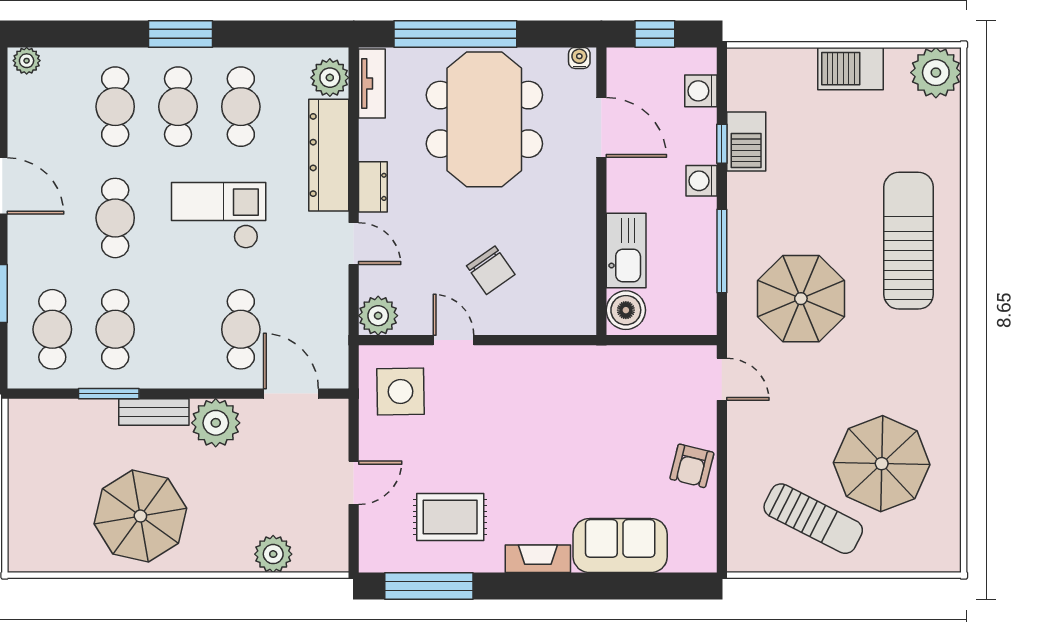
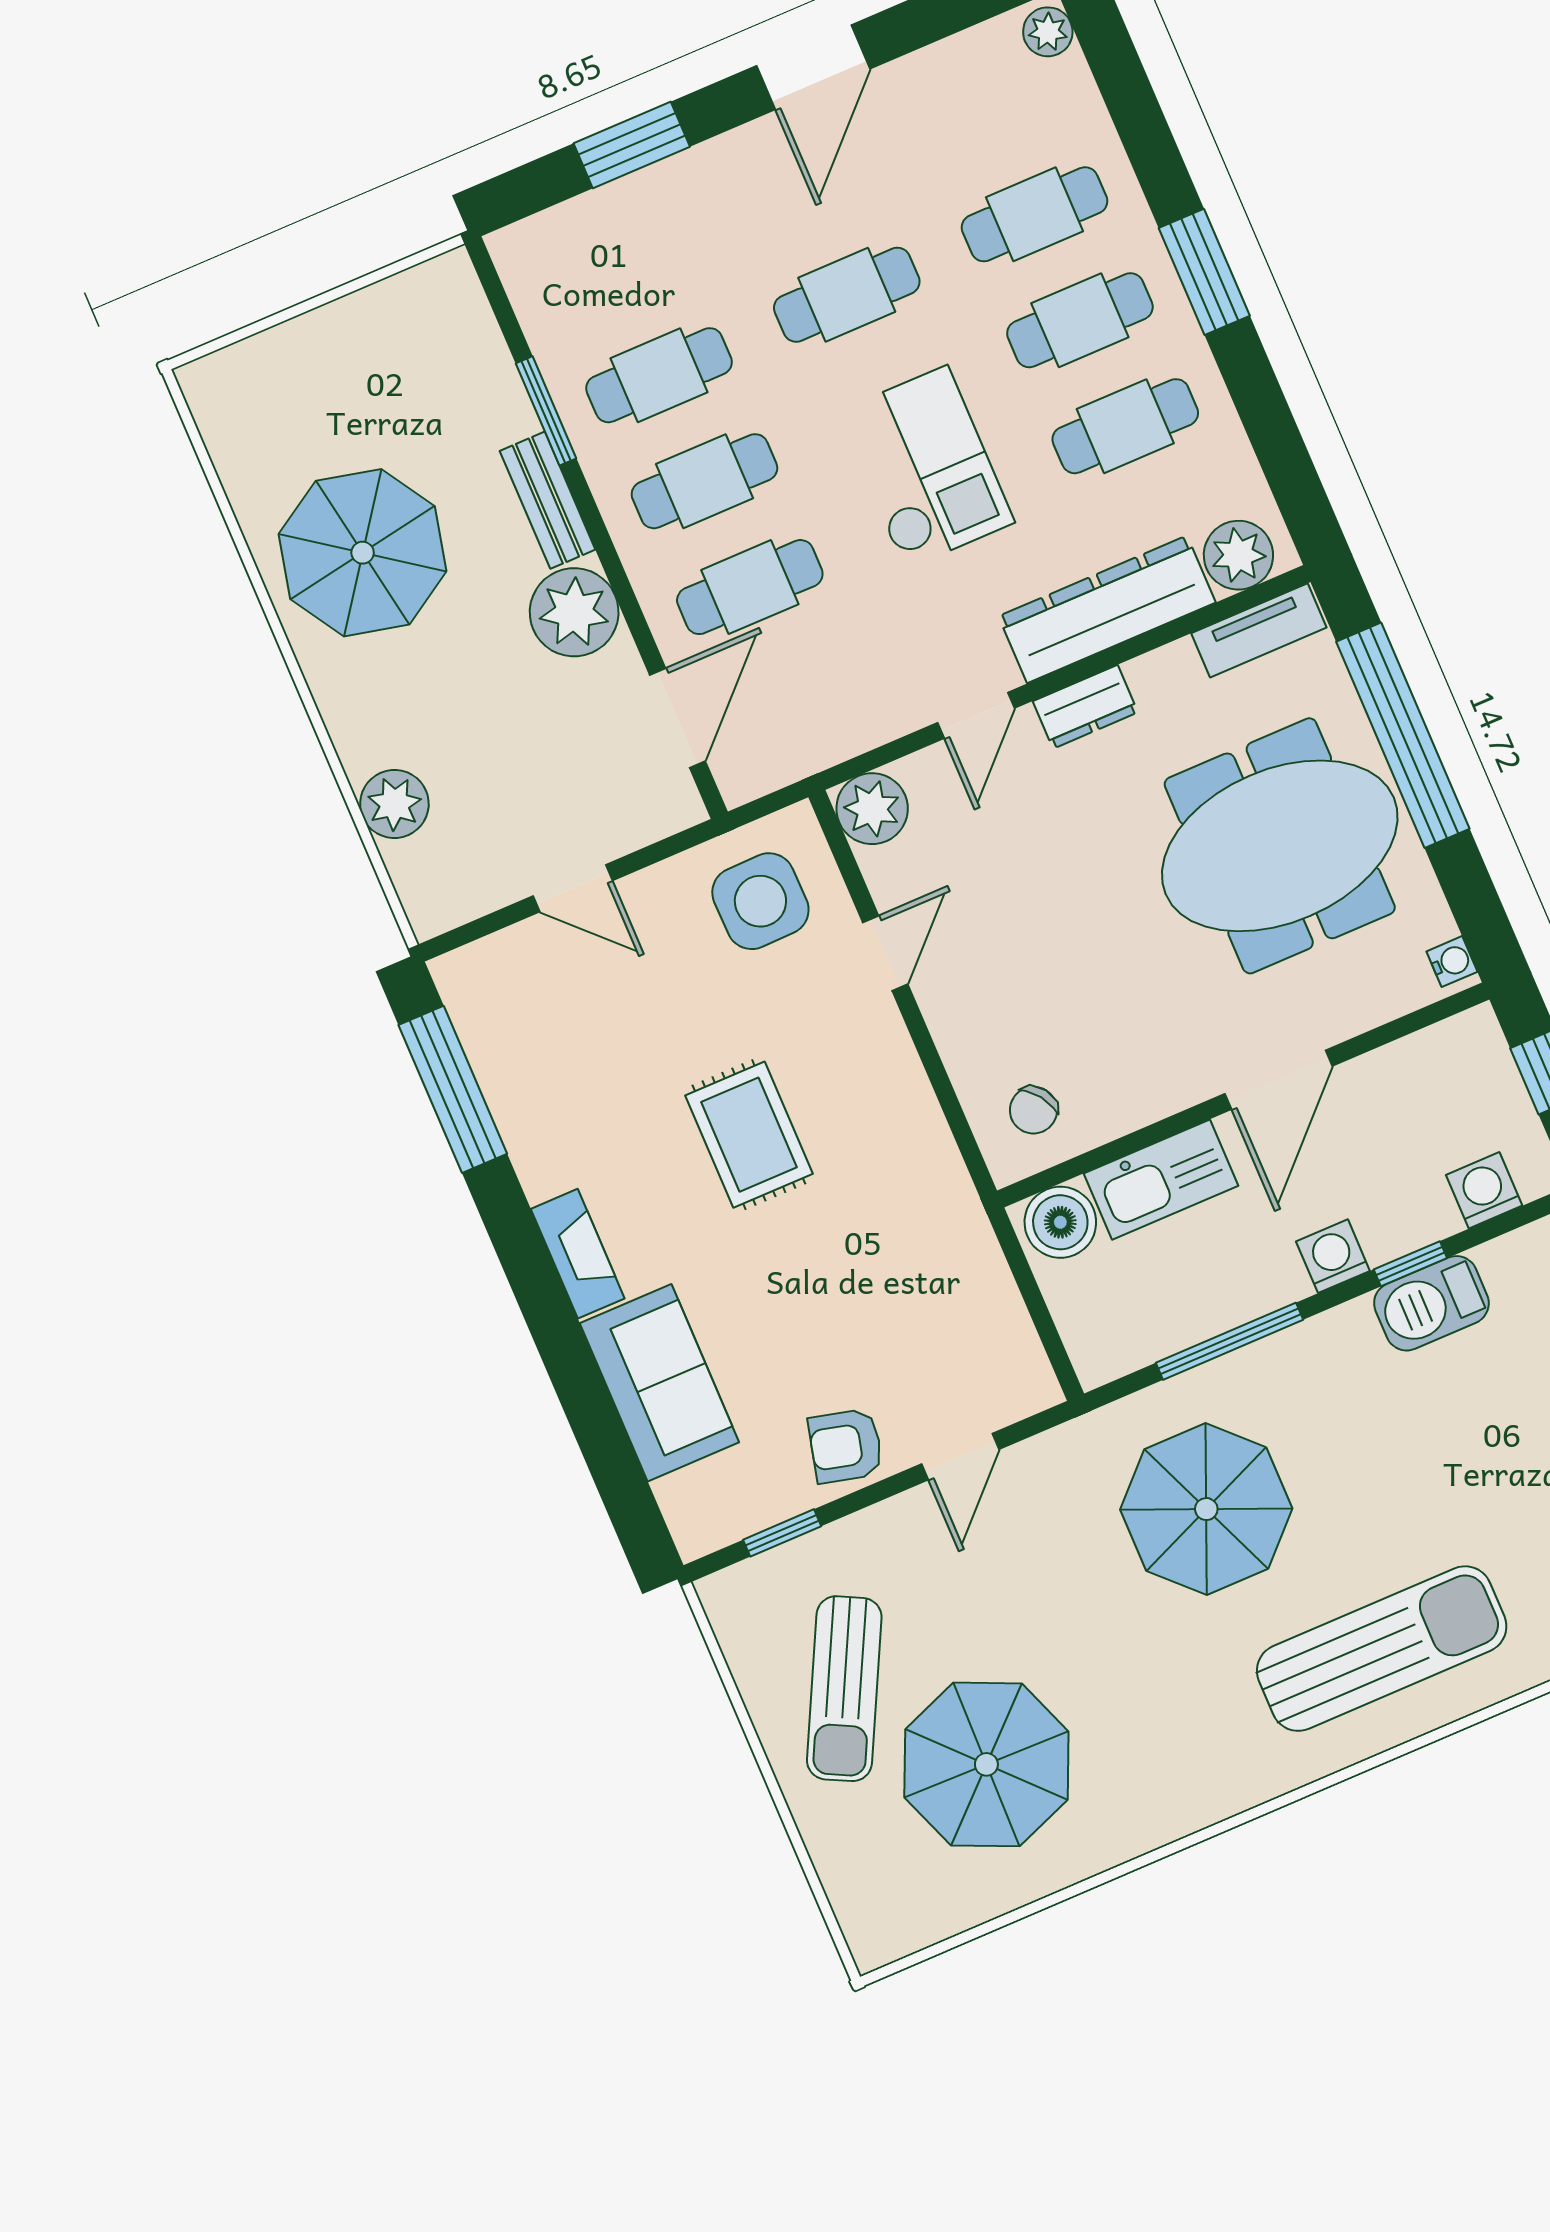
door: (601, 127) -> (1279, 1080), moved
chair: (491, 270) -> (1033, 1110), moved, width x0.73, depth x0.73
cafe table: (52, 329) -> (704, 481), moved
door: (722, 379) -> (960, 1457), moved
window: (722, 516) -> (782, 1533), added
rug: (450, 517) -> (749, 1135), moved

